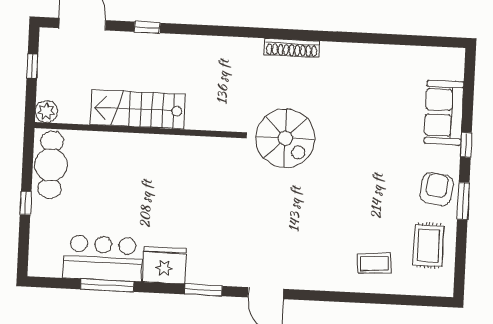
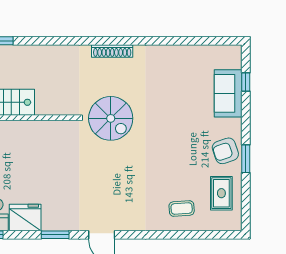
window: (466, 145) -> (246, 82), moved
armchair: (437, 189) -> (225, 151), turned -117

